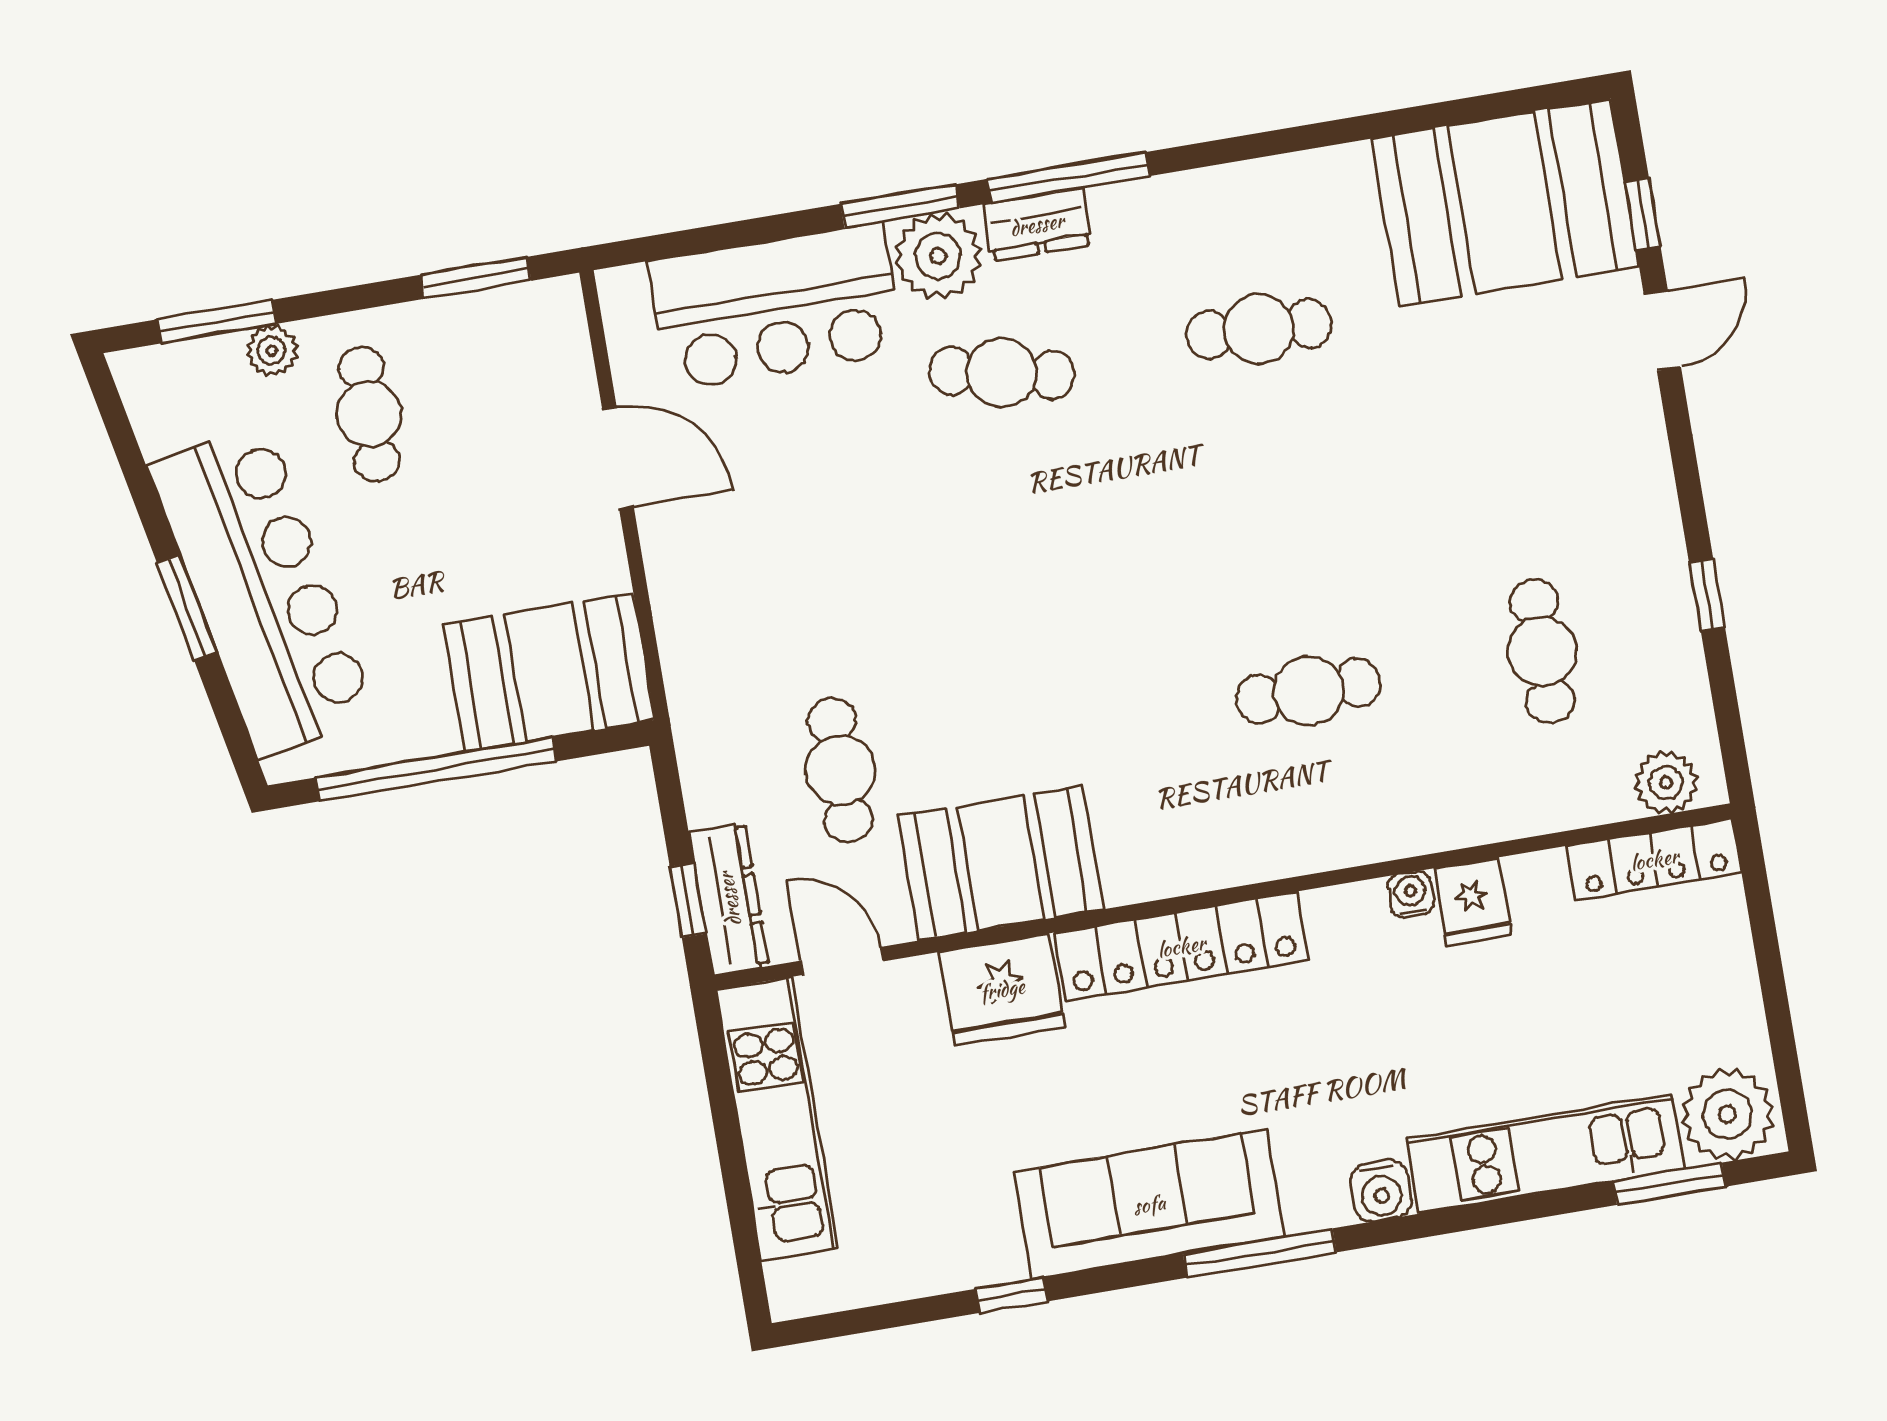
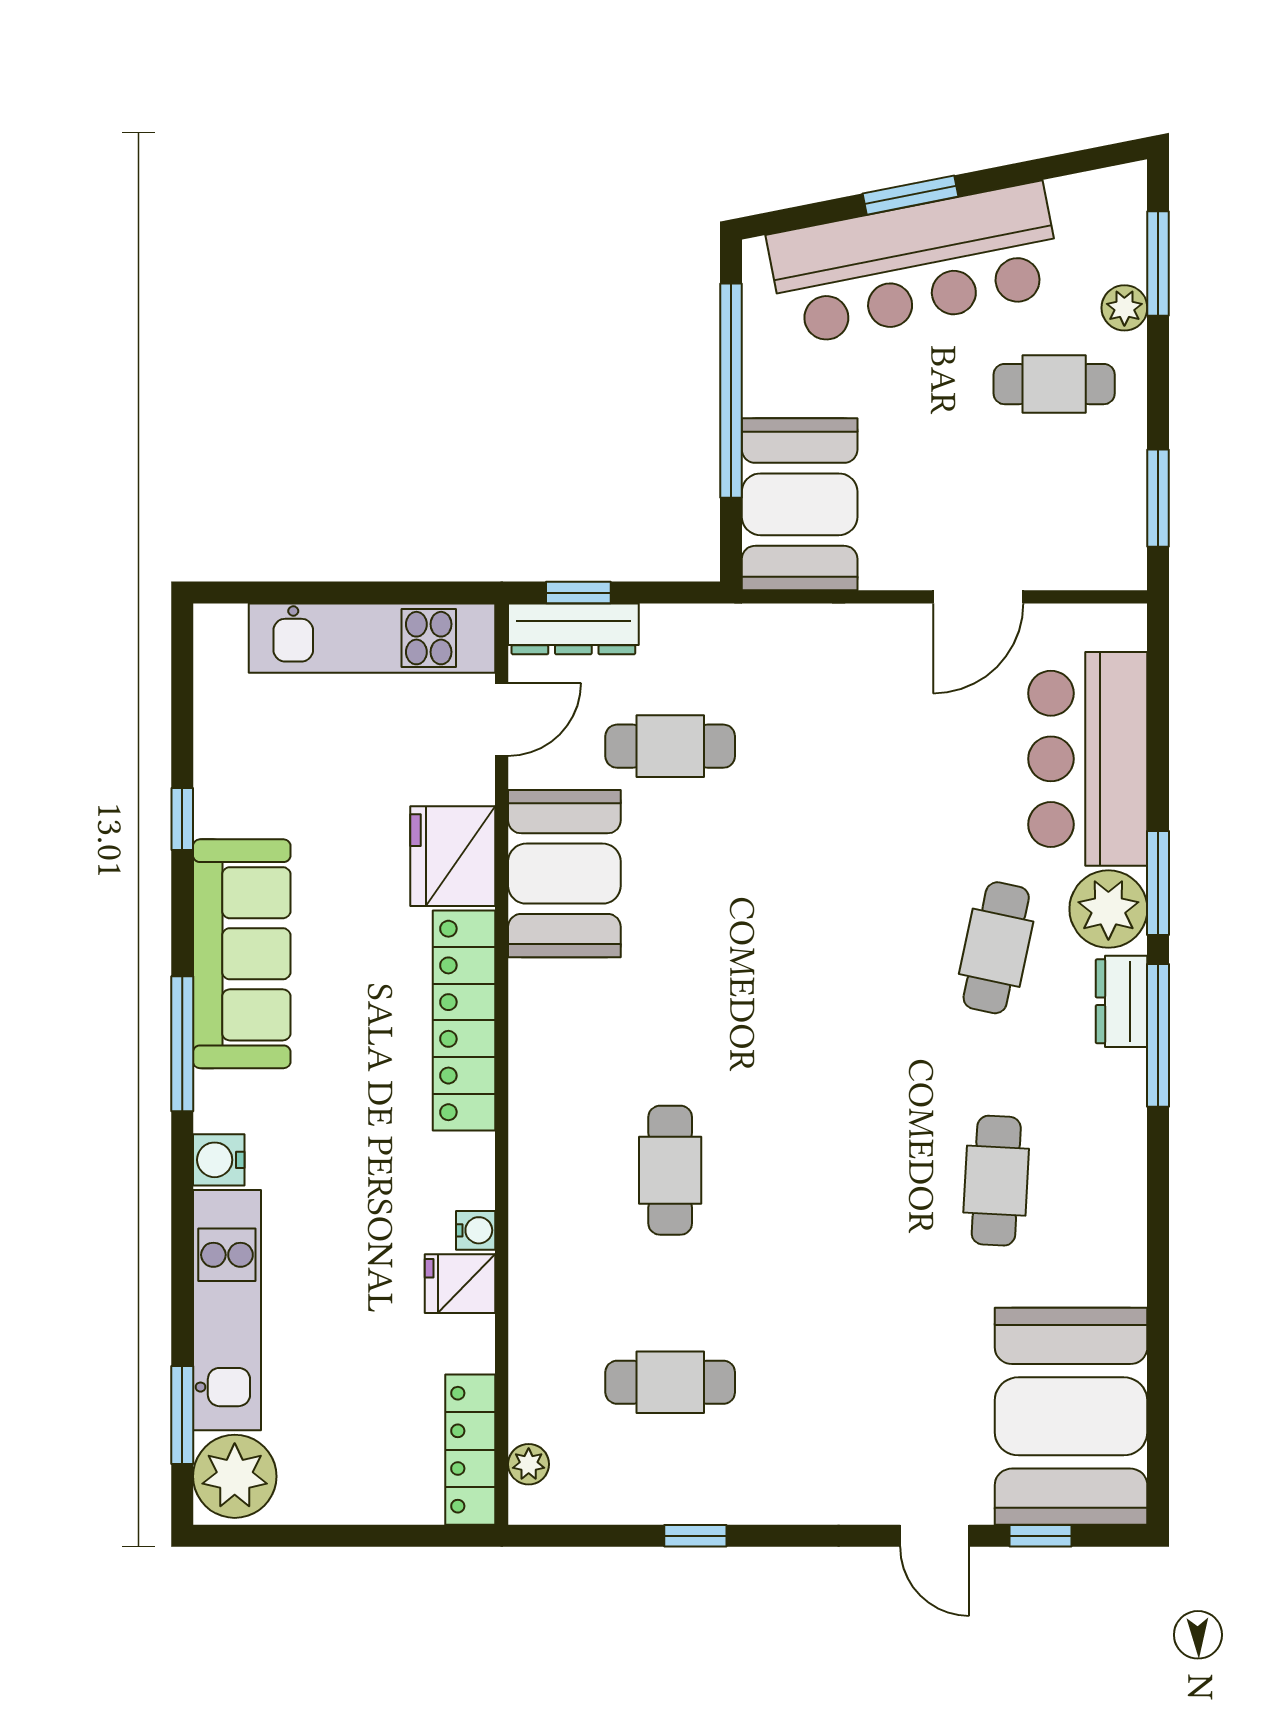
plant: (1666, 782) -> (529, 1464), width x0.73, depth x0.73

